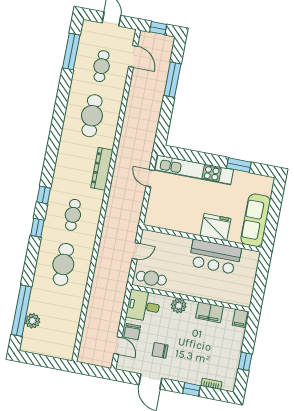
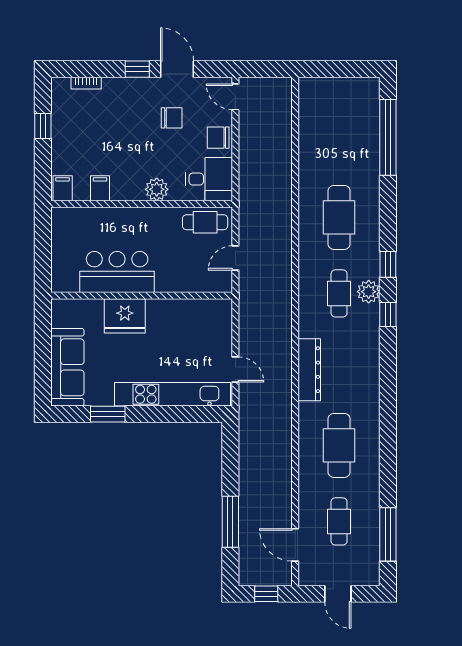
sofa: (256, 220) -> (67, 367), moved
filing cabinet: (209, 312) -> (100, 188), width x0.50
plant: (33, 321) -> (369, 292), moved
chair: (132, 332) -> (218, 138), turned -90
door: (118, 345) -> (235, 97), moved
window: (192, 389) -> (137, 69), moved

